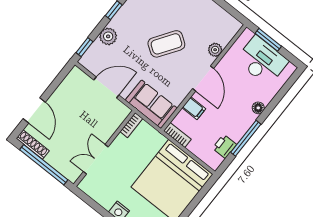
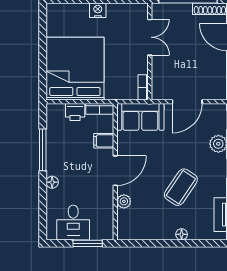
coffee table: (166, 44) -> (181, 187), moved
desk: (262, 61) -> (73, 222), width x0.73
door: (203, 78) -> (115, 171), swing flipped
printer: (224, 146) -> (75, 112), moved, turned 90

